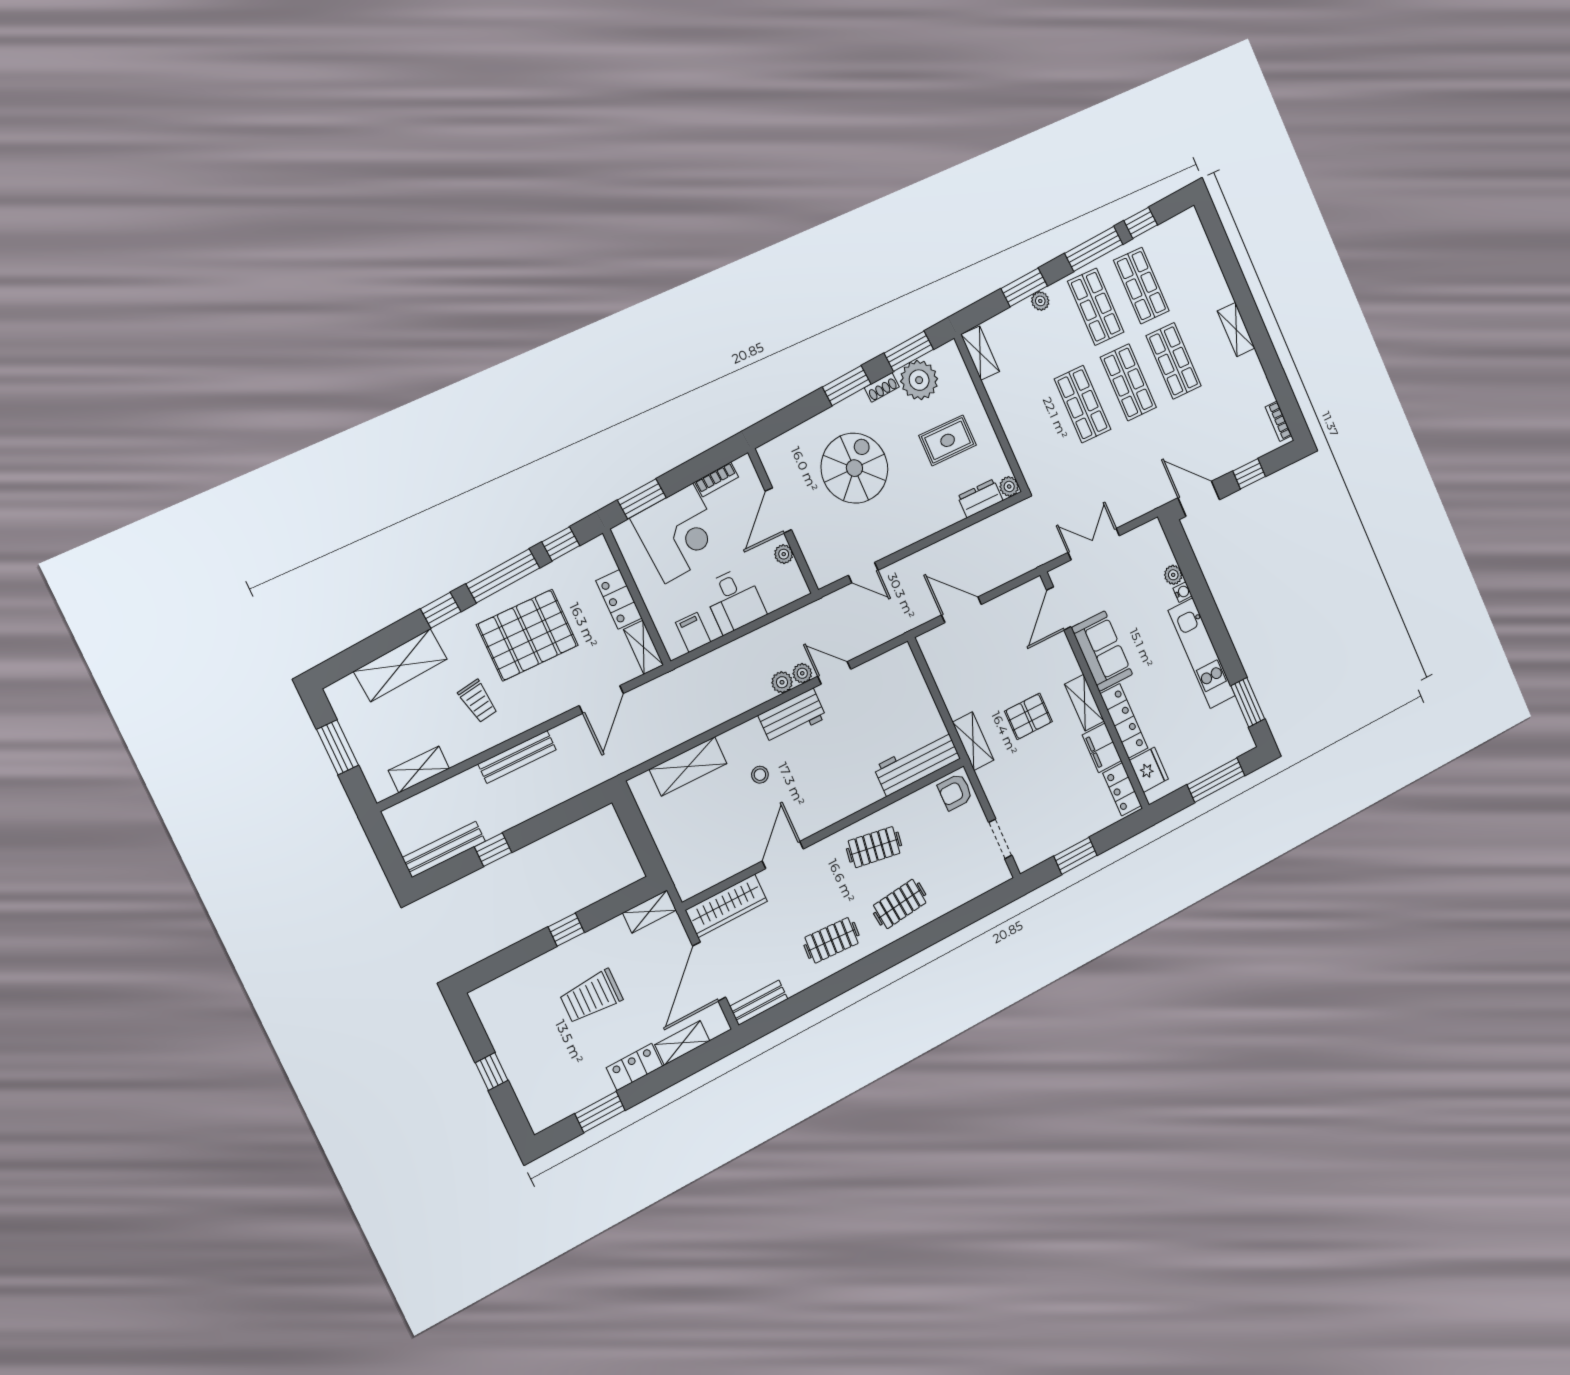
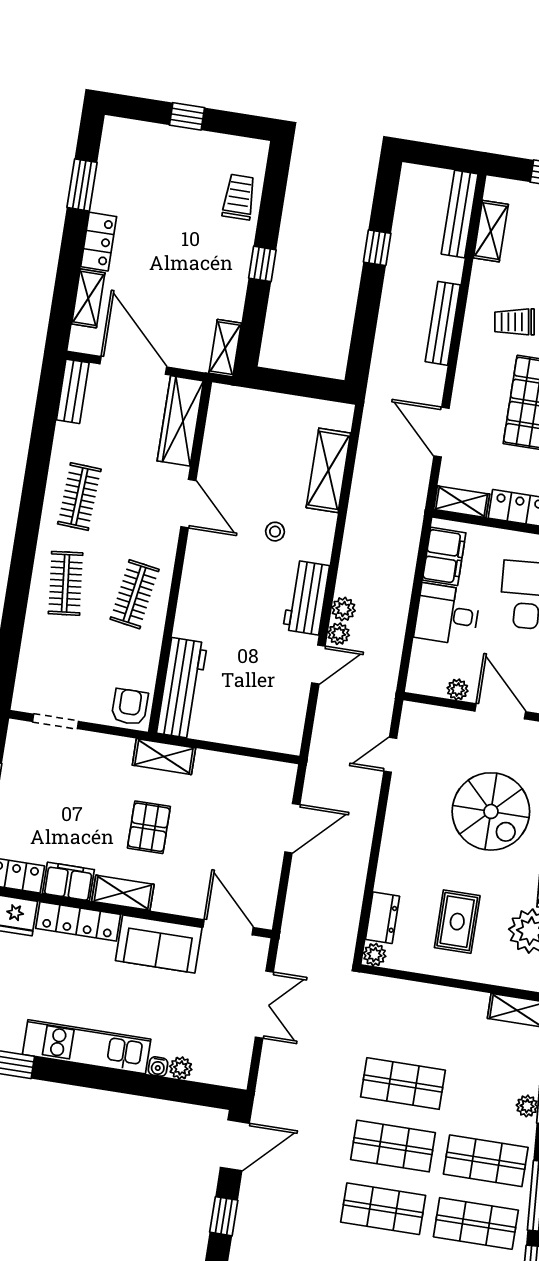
filing cabinet: (693, 632) -> (444, 556), width x2.00
bench: (444, 849) -> (460, 214), moved
trolley: (591, 997) -> (239, 197), moved, width x0.73, depth x0.72

